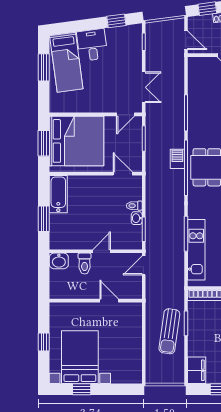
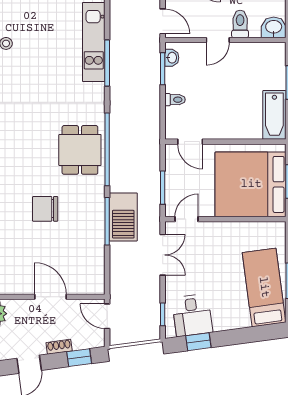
desk: (92, 45) -> (192, 315), moved
double door: (144, 87) -> (163, 255), swing flipped
barbecue: (177, 159) -> (123, 217), moved, width x1.88, depth x1.53
washbasin: (137, 218) -> (172, 58), moved
door: (144, 265) -> (163, 21), hinge flipped

